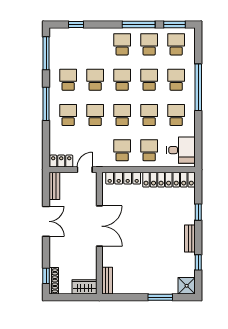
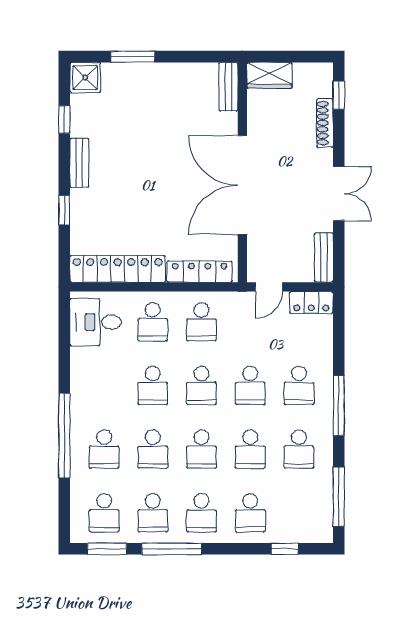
school desk: (176, 115) -> (250, 513), moved
double door: (46, 221) -> (339, 194), swing flipped
double door: (99, 226) -> (242, 185), width x1.36
shoe rack: (54, 281) -> (325, 123), moved

